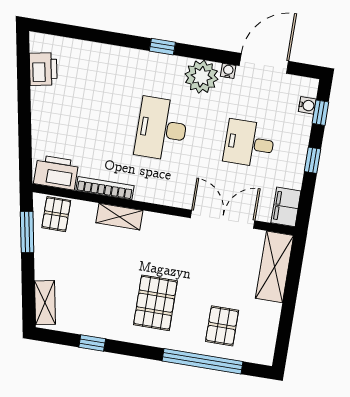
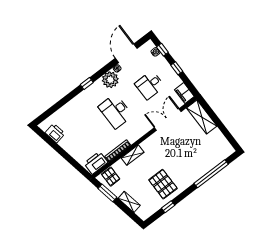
shelving: (45, 303) -> (129, 202), moved
pallet: (155, 303) -> (163, 184), moved
pallet: (222, 326) -> (205, 155), removed

